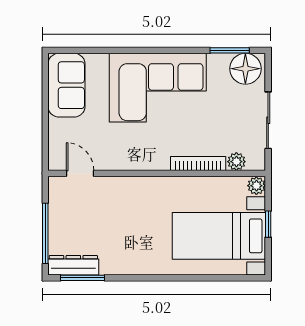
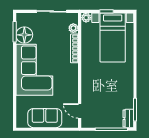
floor lamp: (245, 69) -> (24, 35), moved
sofa: (66, 85) -> (45, 118), moved
door: (80, 173) -> (80, 111), hinge flipped
dresser: (73, 265) -> (128, 119), width x0.70

